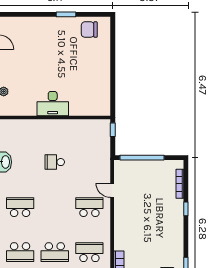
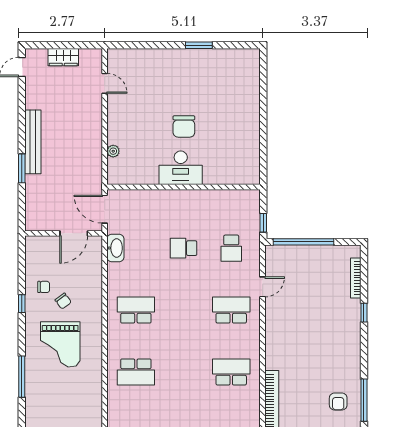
chair: (89, 30) -> (184, 126), moved, turned -90
window: (113, 130) -> (263, 223), moved
door: (112, 190) -> (263, 287), swing flipped
school desk: (55, 252) -> (231, 248), moved, width x0.54

